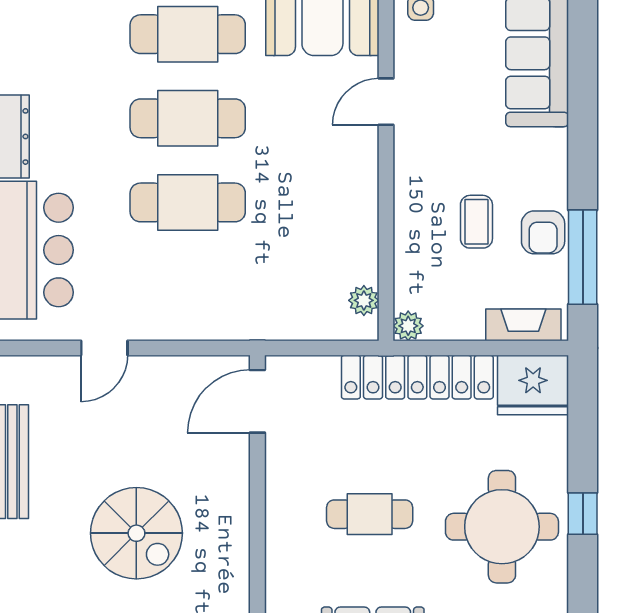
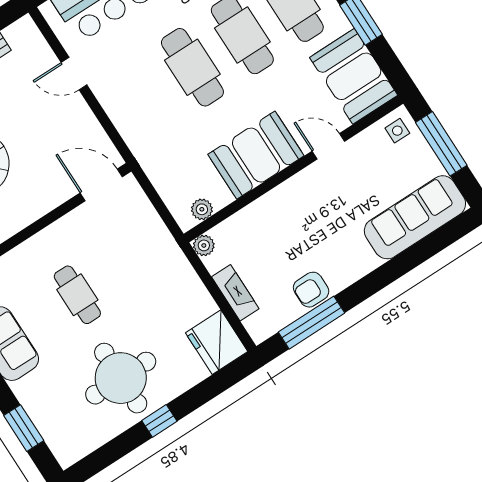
booth: (341, 194) -> (256, 155), added
coffee table: (476, 222) -> (292, 246), removed
fireplace: (523, 325) -> (235, 293), moved
locker: (417, 377) -> (177, 270), removed

